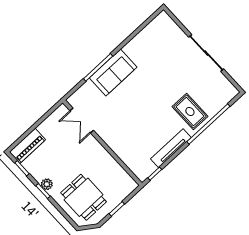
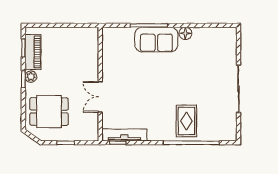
floor lamp: (130, 49) -> (185, 33), added
double door: (82, 121) -> (100, 97), moved
piano: (27, 146) -> (33, 52), moved, turned -90
tv unit: (171, 148) -> (124, 135), moved
dining table: (84, 197) -> (49, 112), turned 90

